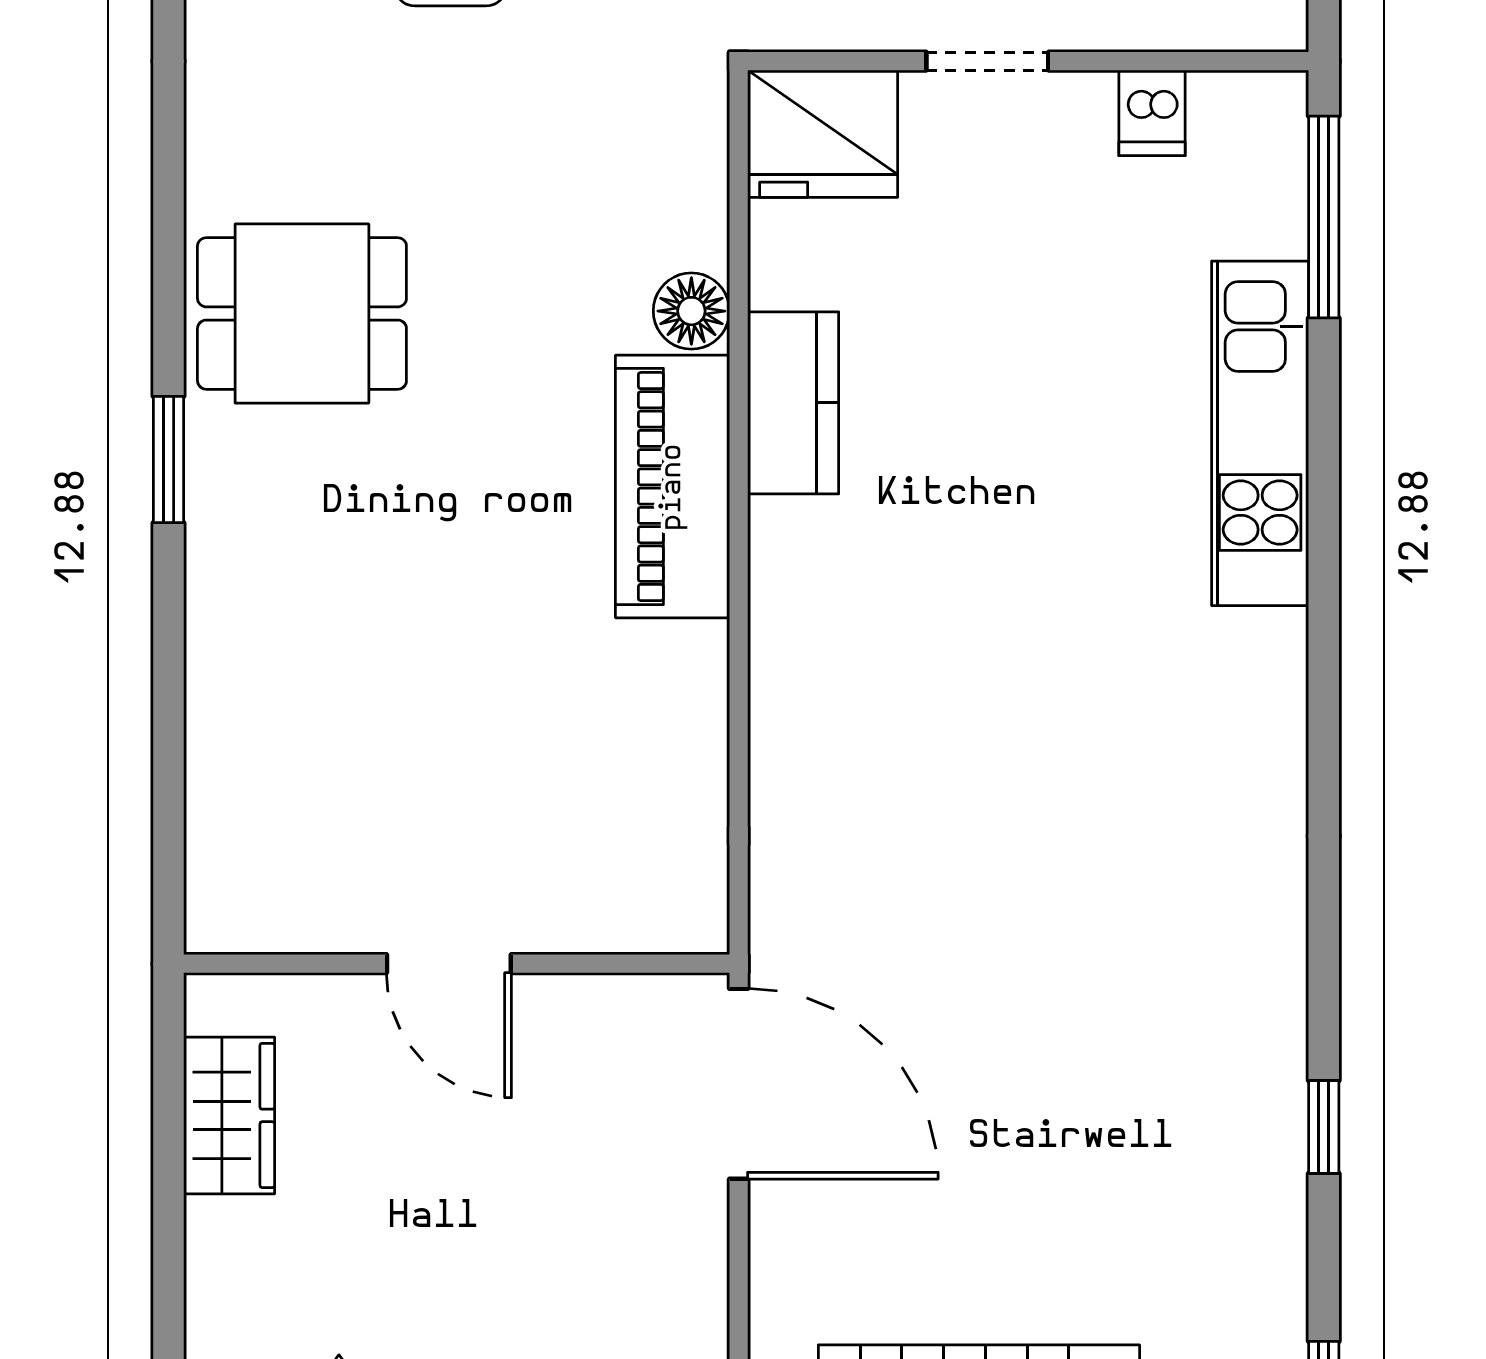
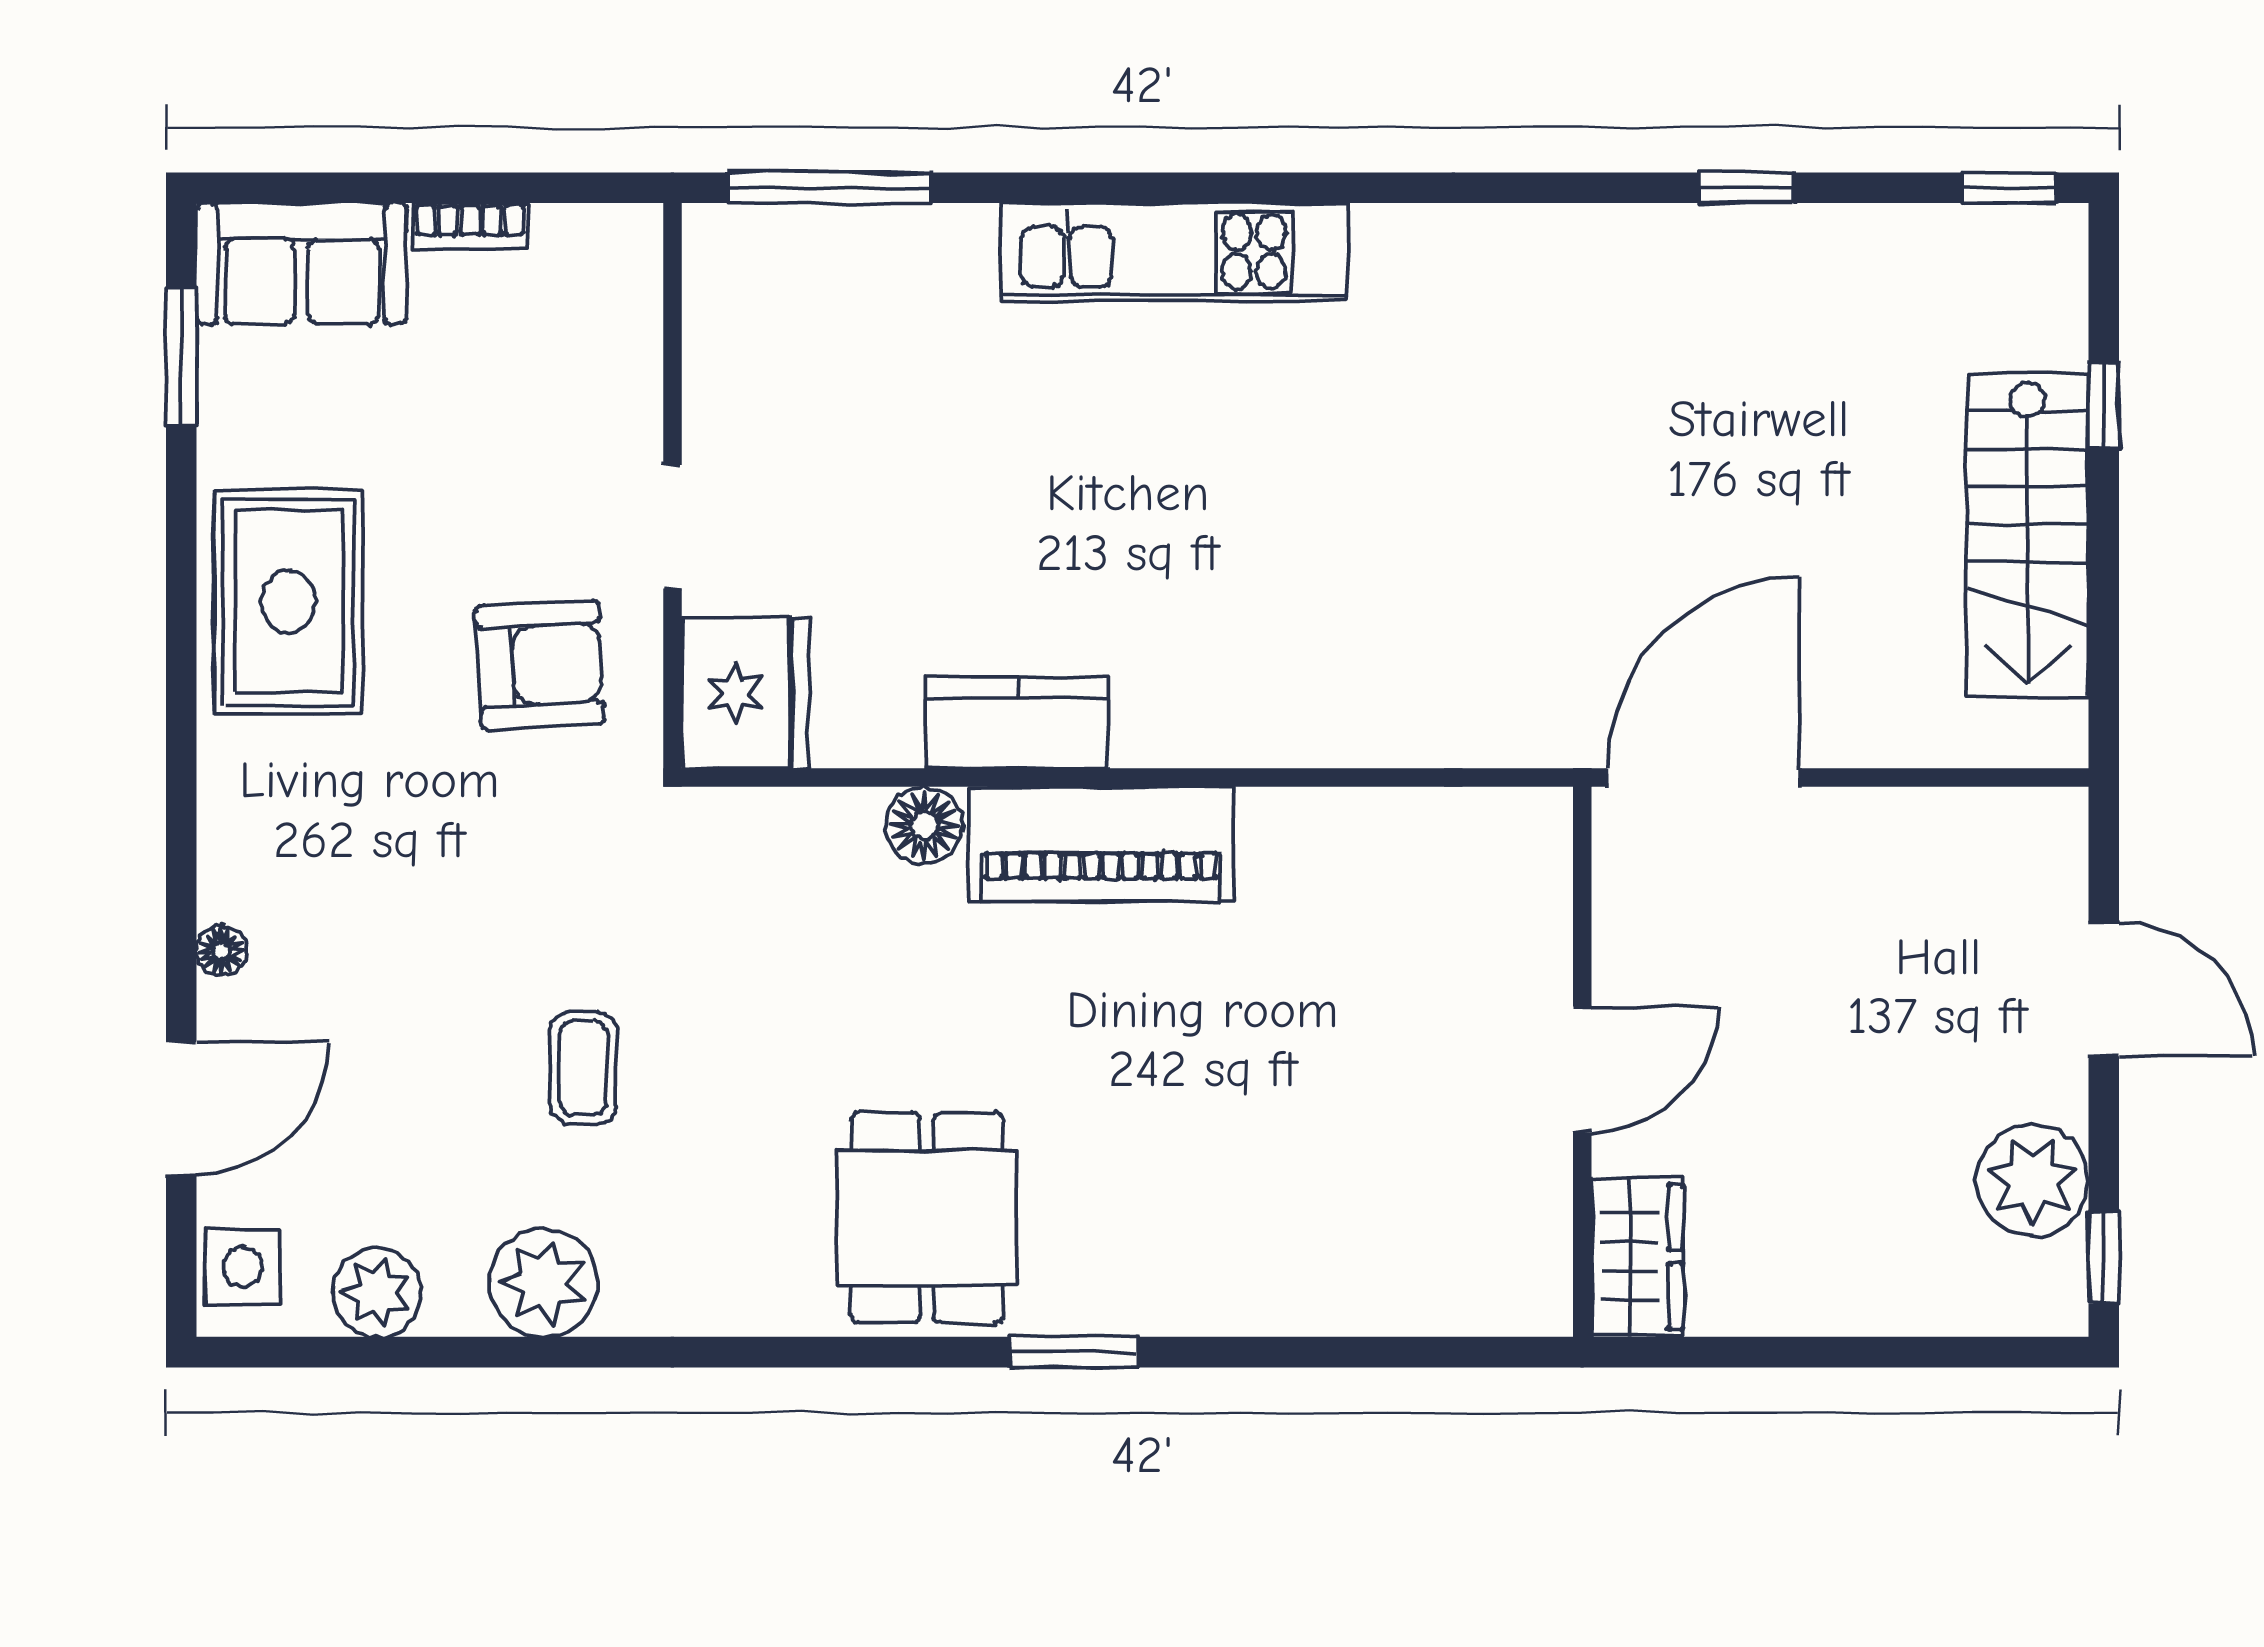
dishwasher: (1152, 113) -> (725, 361), removed
kitchen unit: (1260, 433) -> (1174, 252), moved
wardrobe: (229, 1115) -> (1637, 1257), moved, turned 90

